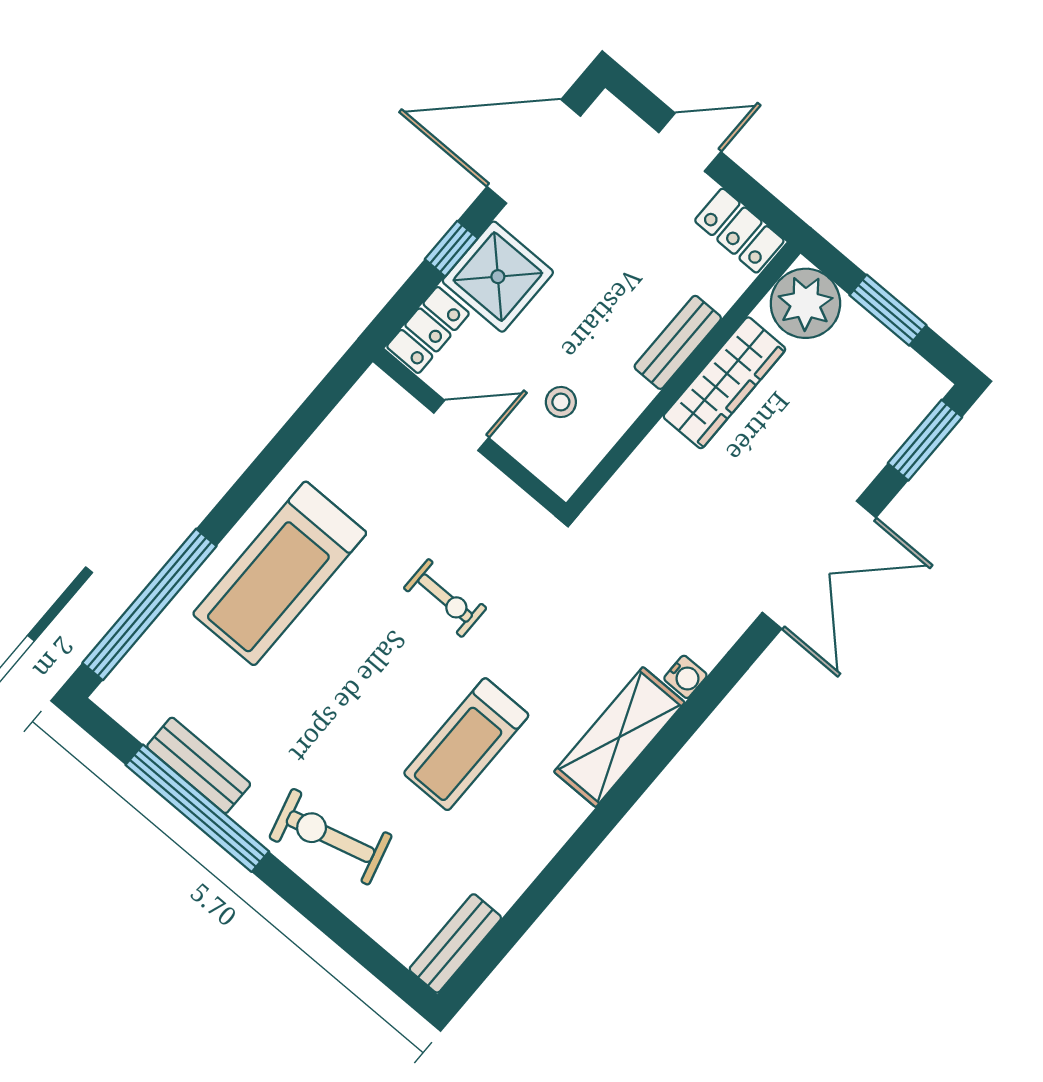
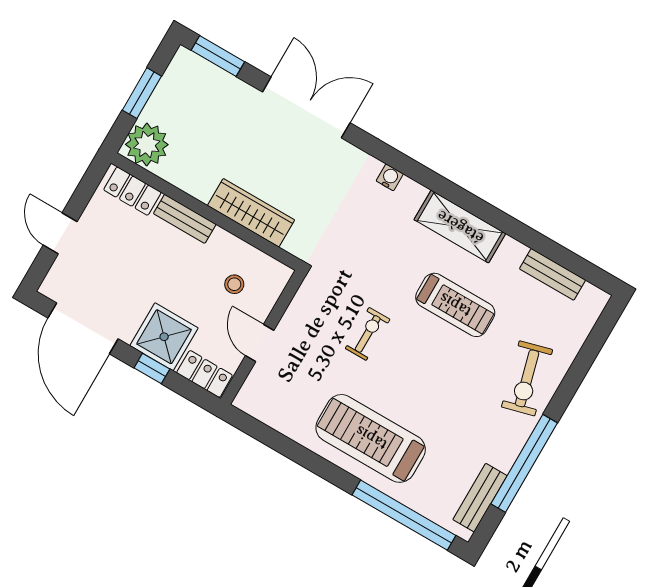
locker: (739, 231) -> (132, 191), moved, turned 90
wardrobe: (724, 383) -> (251, 213), moved
treadmill: (280, 573) -> (371, 438), turned 180
shelving: (619, 737) -> (460, 227), moved
bench: (199, 765) -> (480, 498), moved
bench: (455, 943) -> (552, 274), moved

